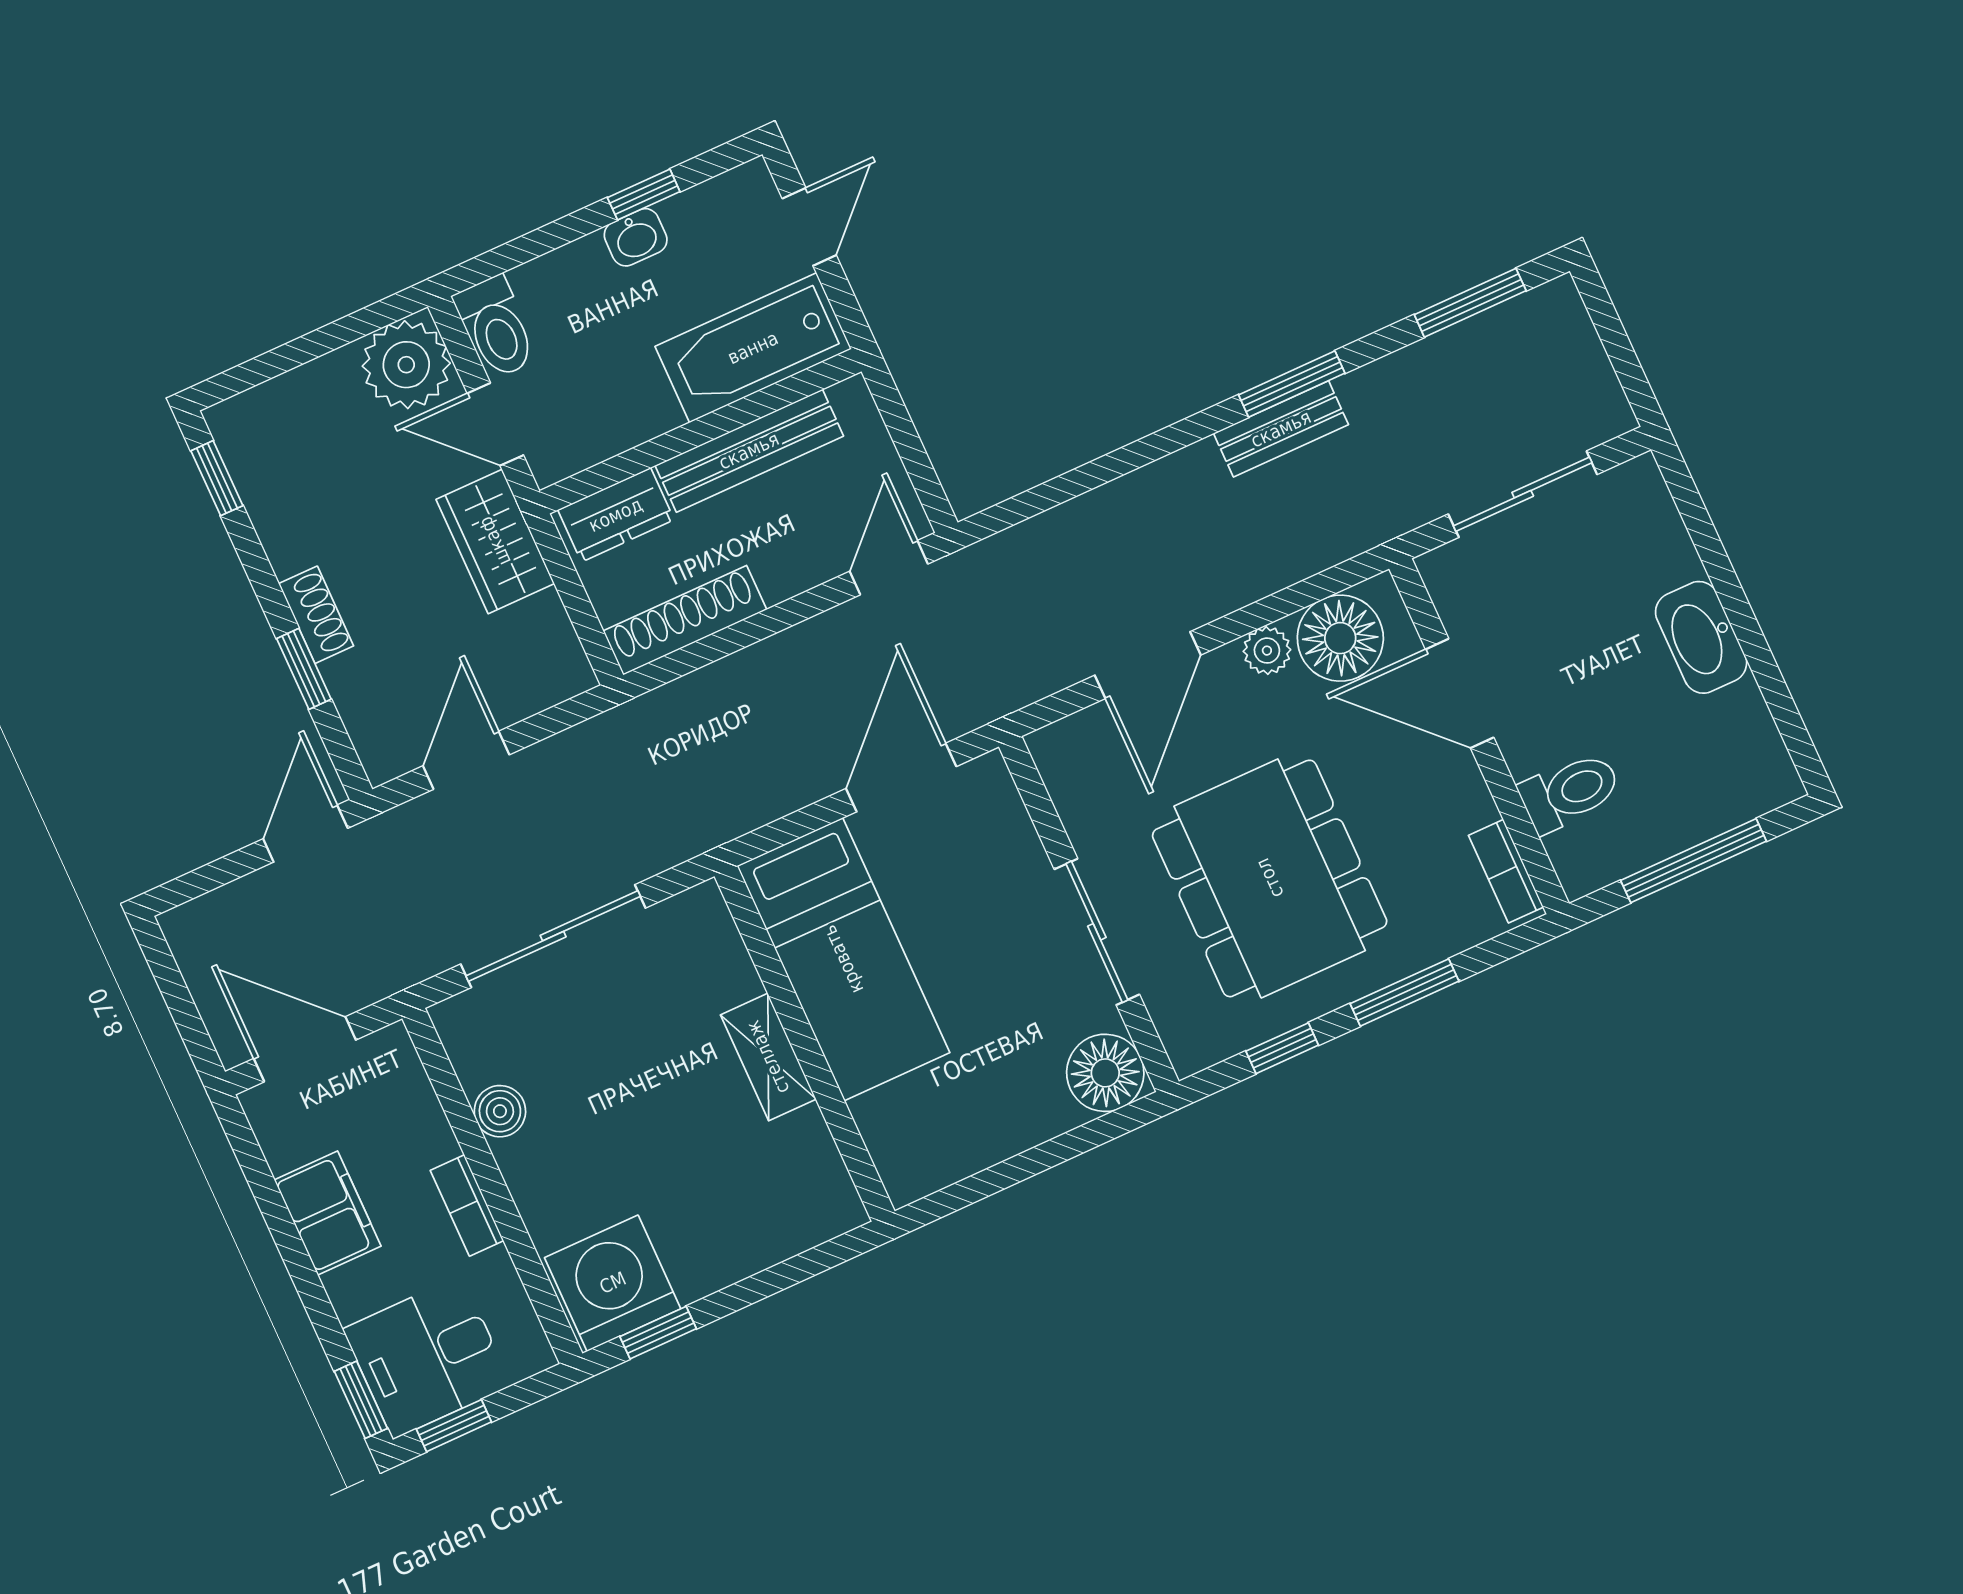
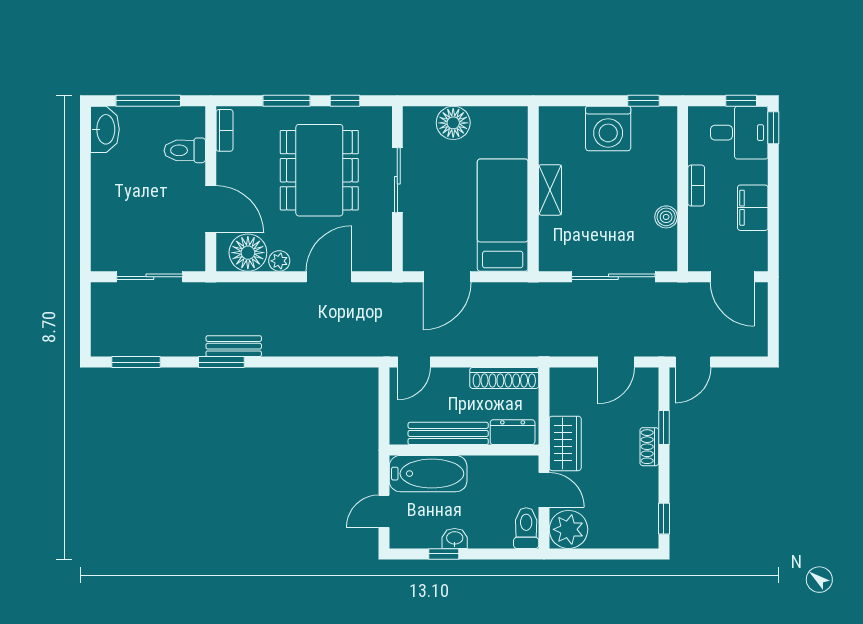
washbasin: (1701, 637) -> (105, 129), moved
floor lamp: (1105, 1073) -> (453, 123), moved
washing machine: (613, 1283) -> (608, 128), moved

